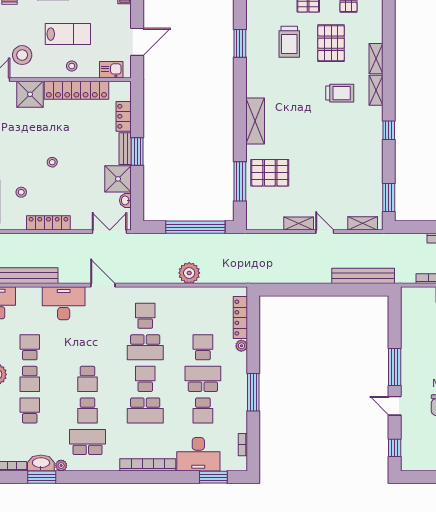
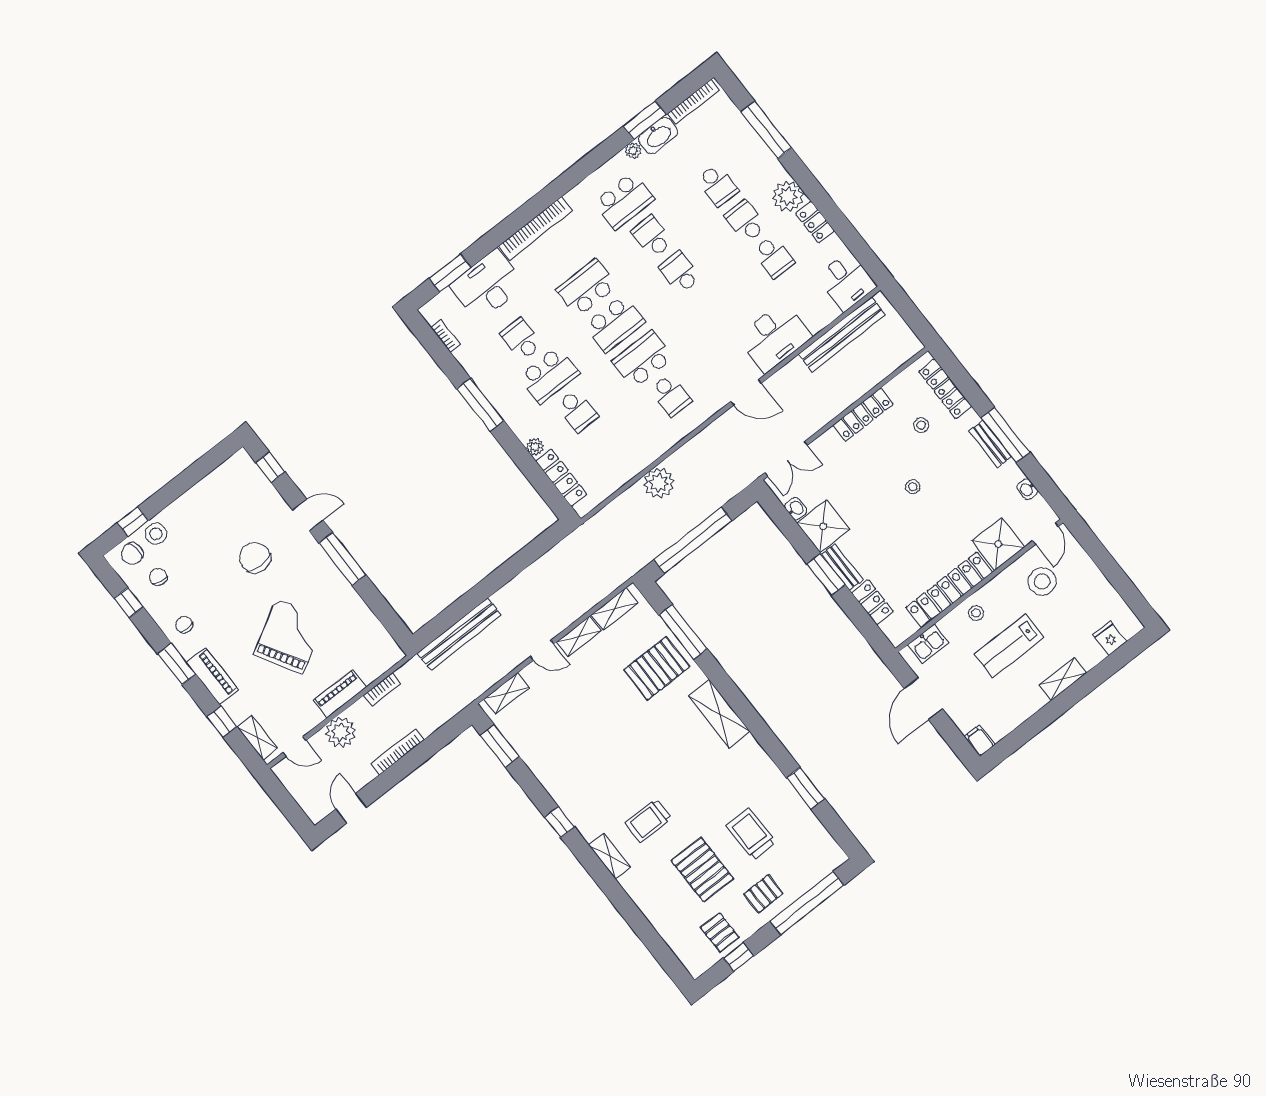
shelving: (376, 59) -> (614, 609), moved, turned 90
school desk: (145, 379) -> (615, 324), width x1.85

